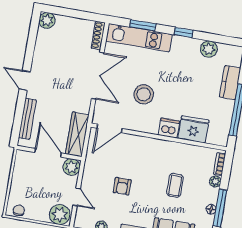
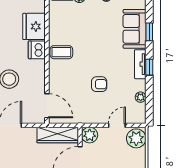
coffee table: (175, 185) -> (61, 52), moved

